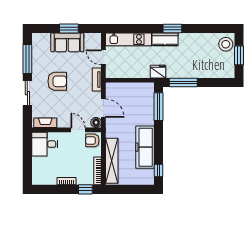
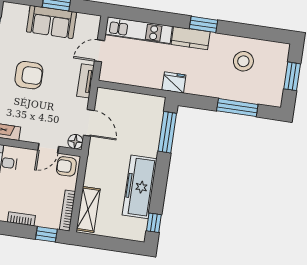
stool: (226, 44) -> (243, 61), moved
door: (103, 57) -> (99, 51), hinge flipped
window: (183, 82) -> (237, 108), moved
door: (78, 130) -> (48, 148), swing flipped
shelving: (112, 161) -> (88, 209), width x0.68

